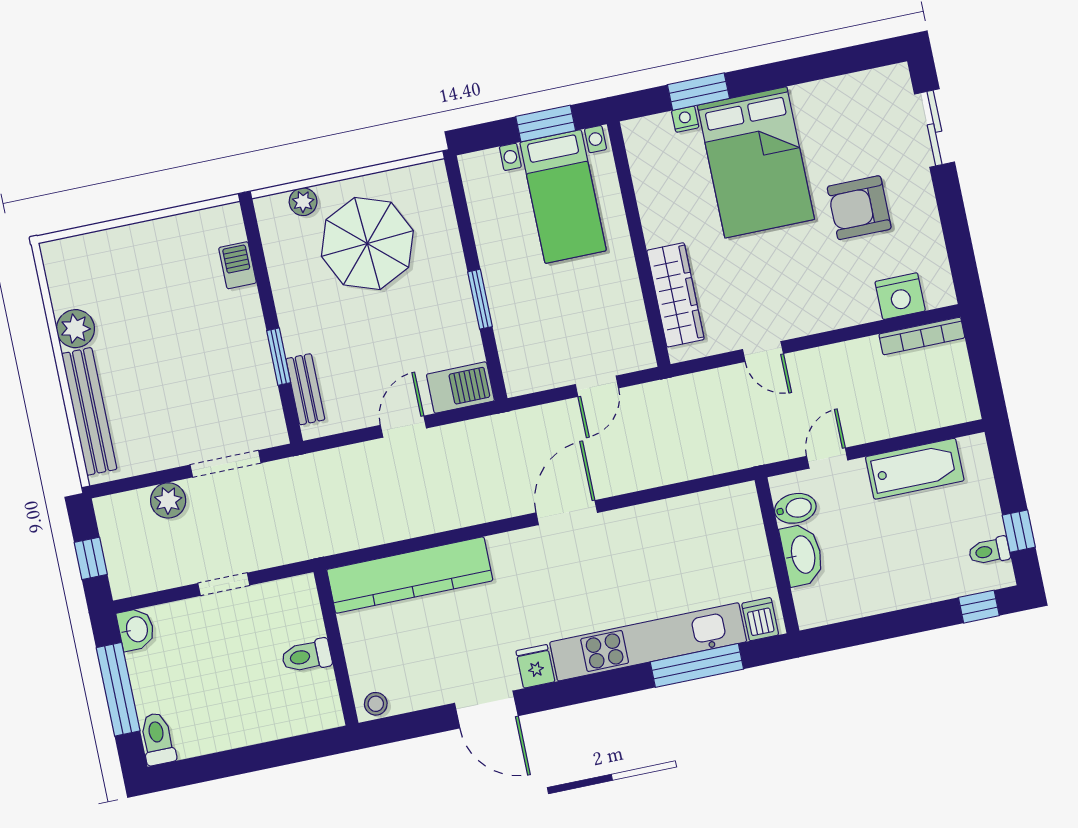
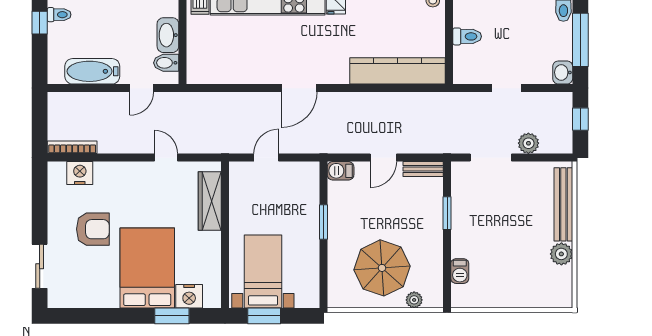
nightstand: (685, 119) -> (189, 296), width x1.89, depth x1.79
barbecue: (460, 388) -> (341, 171), width x0.73, depth x0.79
bench: (305, 389) -> (423, 169), moved, turned 90

